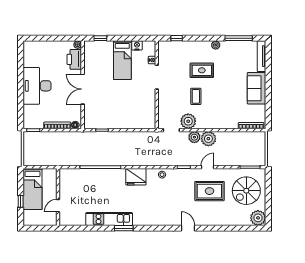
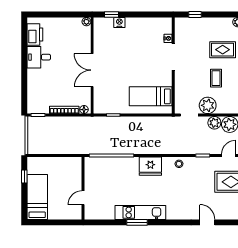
nightstand: (137, 45) -> (119, 22), moved
printer: (74, 59) -> (35, 35), moved, turned 180
bed: (122, 60) -> (151, 96), moved, turned 90
desk: (37, 86) -> (39, 57), width x0.53, depth x0.77
bed: (33, 189) -> (37, 197), moved, turned 180
wall: (58, 197) -> (83, 188), moved
window: (21, 201) -> (24, 177), moved
door: (58, 206) -> (83, 198), moved
kitchen unit: (109, 219) -> (140, 212), moved

